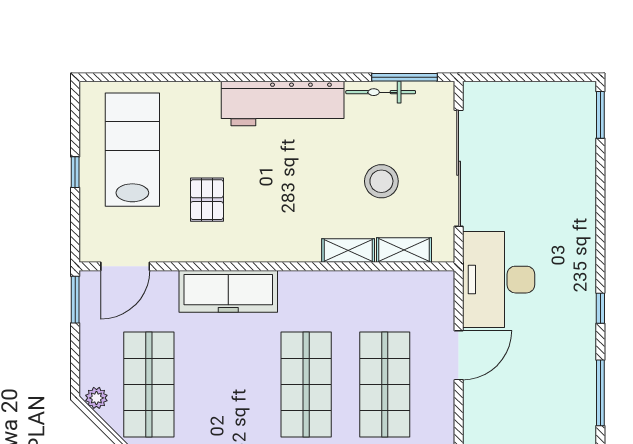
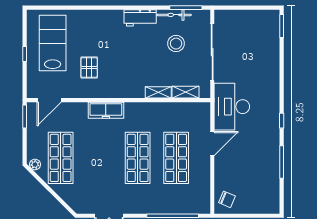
workbench: (283, 103) -> (140, 18), width x0.53, depth x0.76
stool: (381, 181) -> (176, 44), moved
freezer: (228, 291) -> (106, 110), width x0.73, depth x0.79

